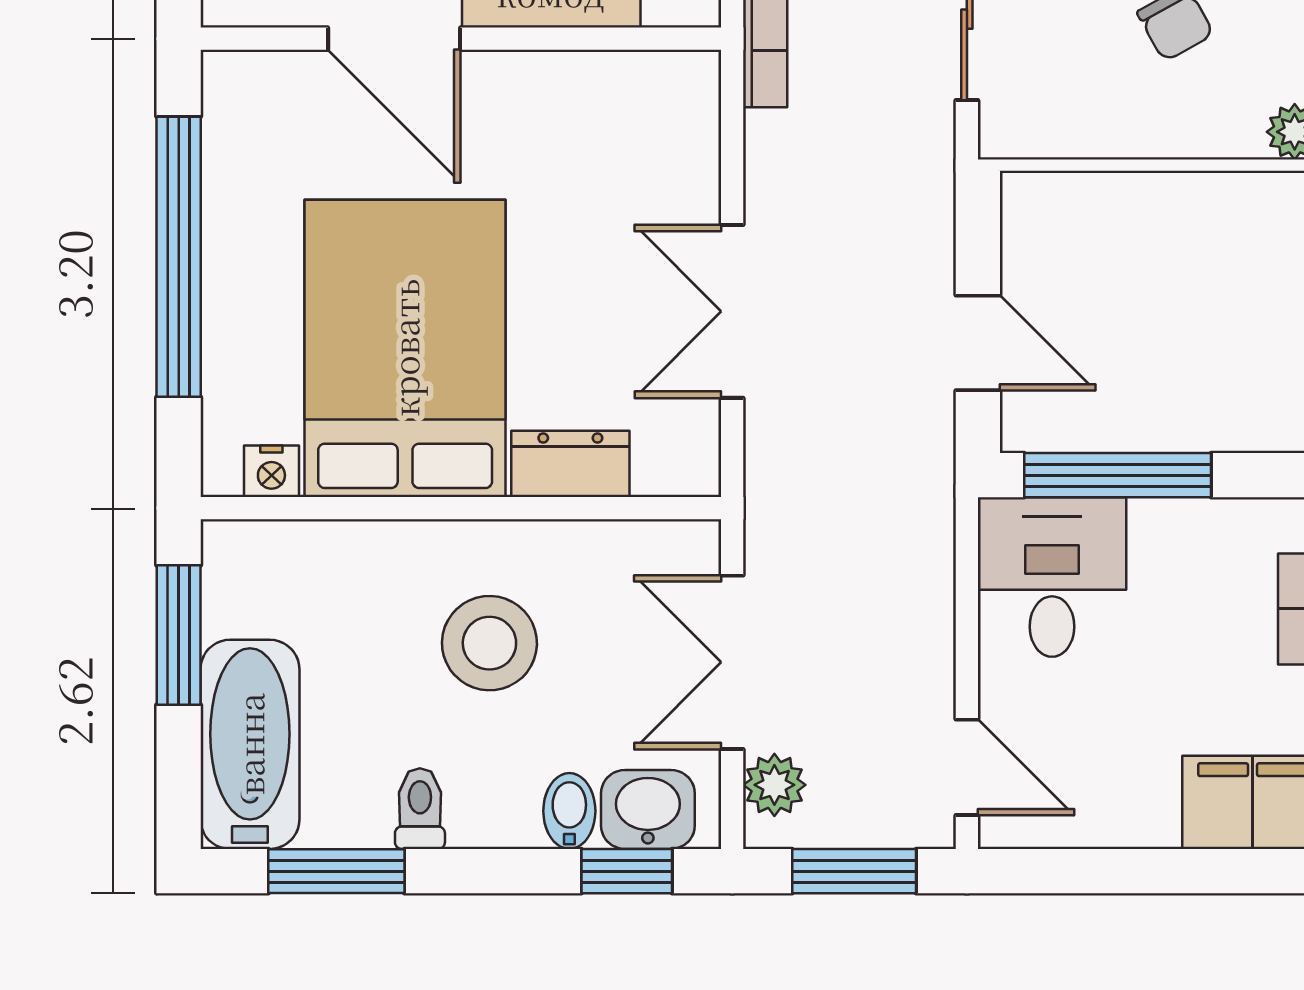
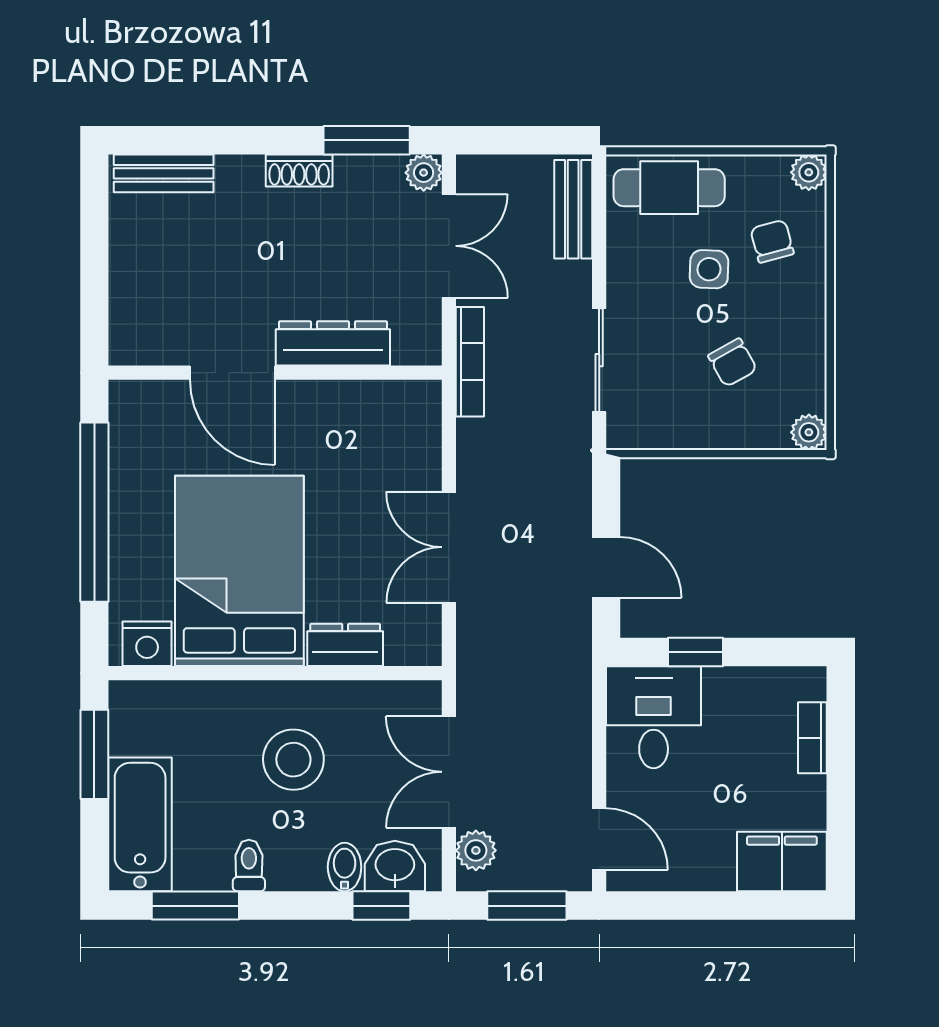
nightstand: (271, 471) -> (147, 644), width x1.39, depth x1.35
window: (1118, 475) -> (696, 652), width x0.46

